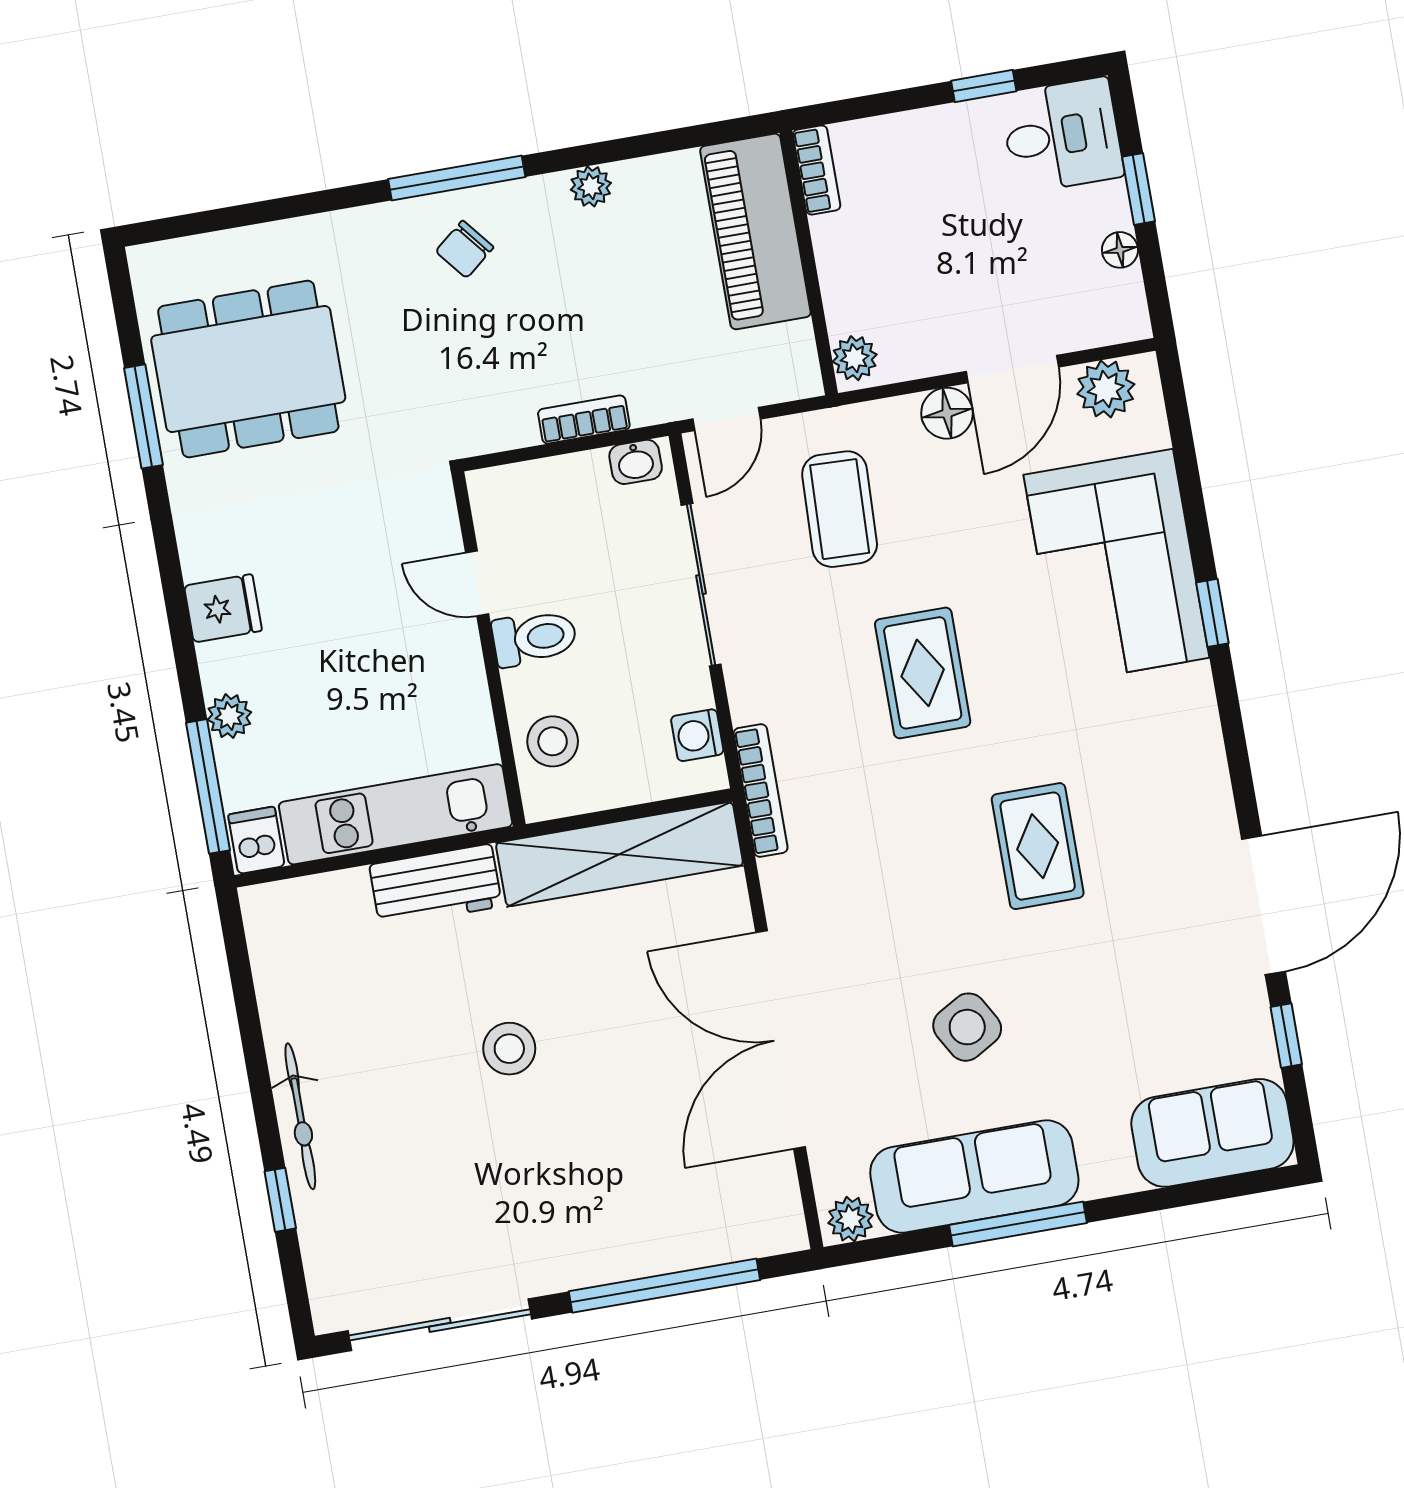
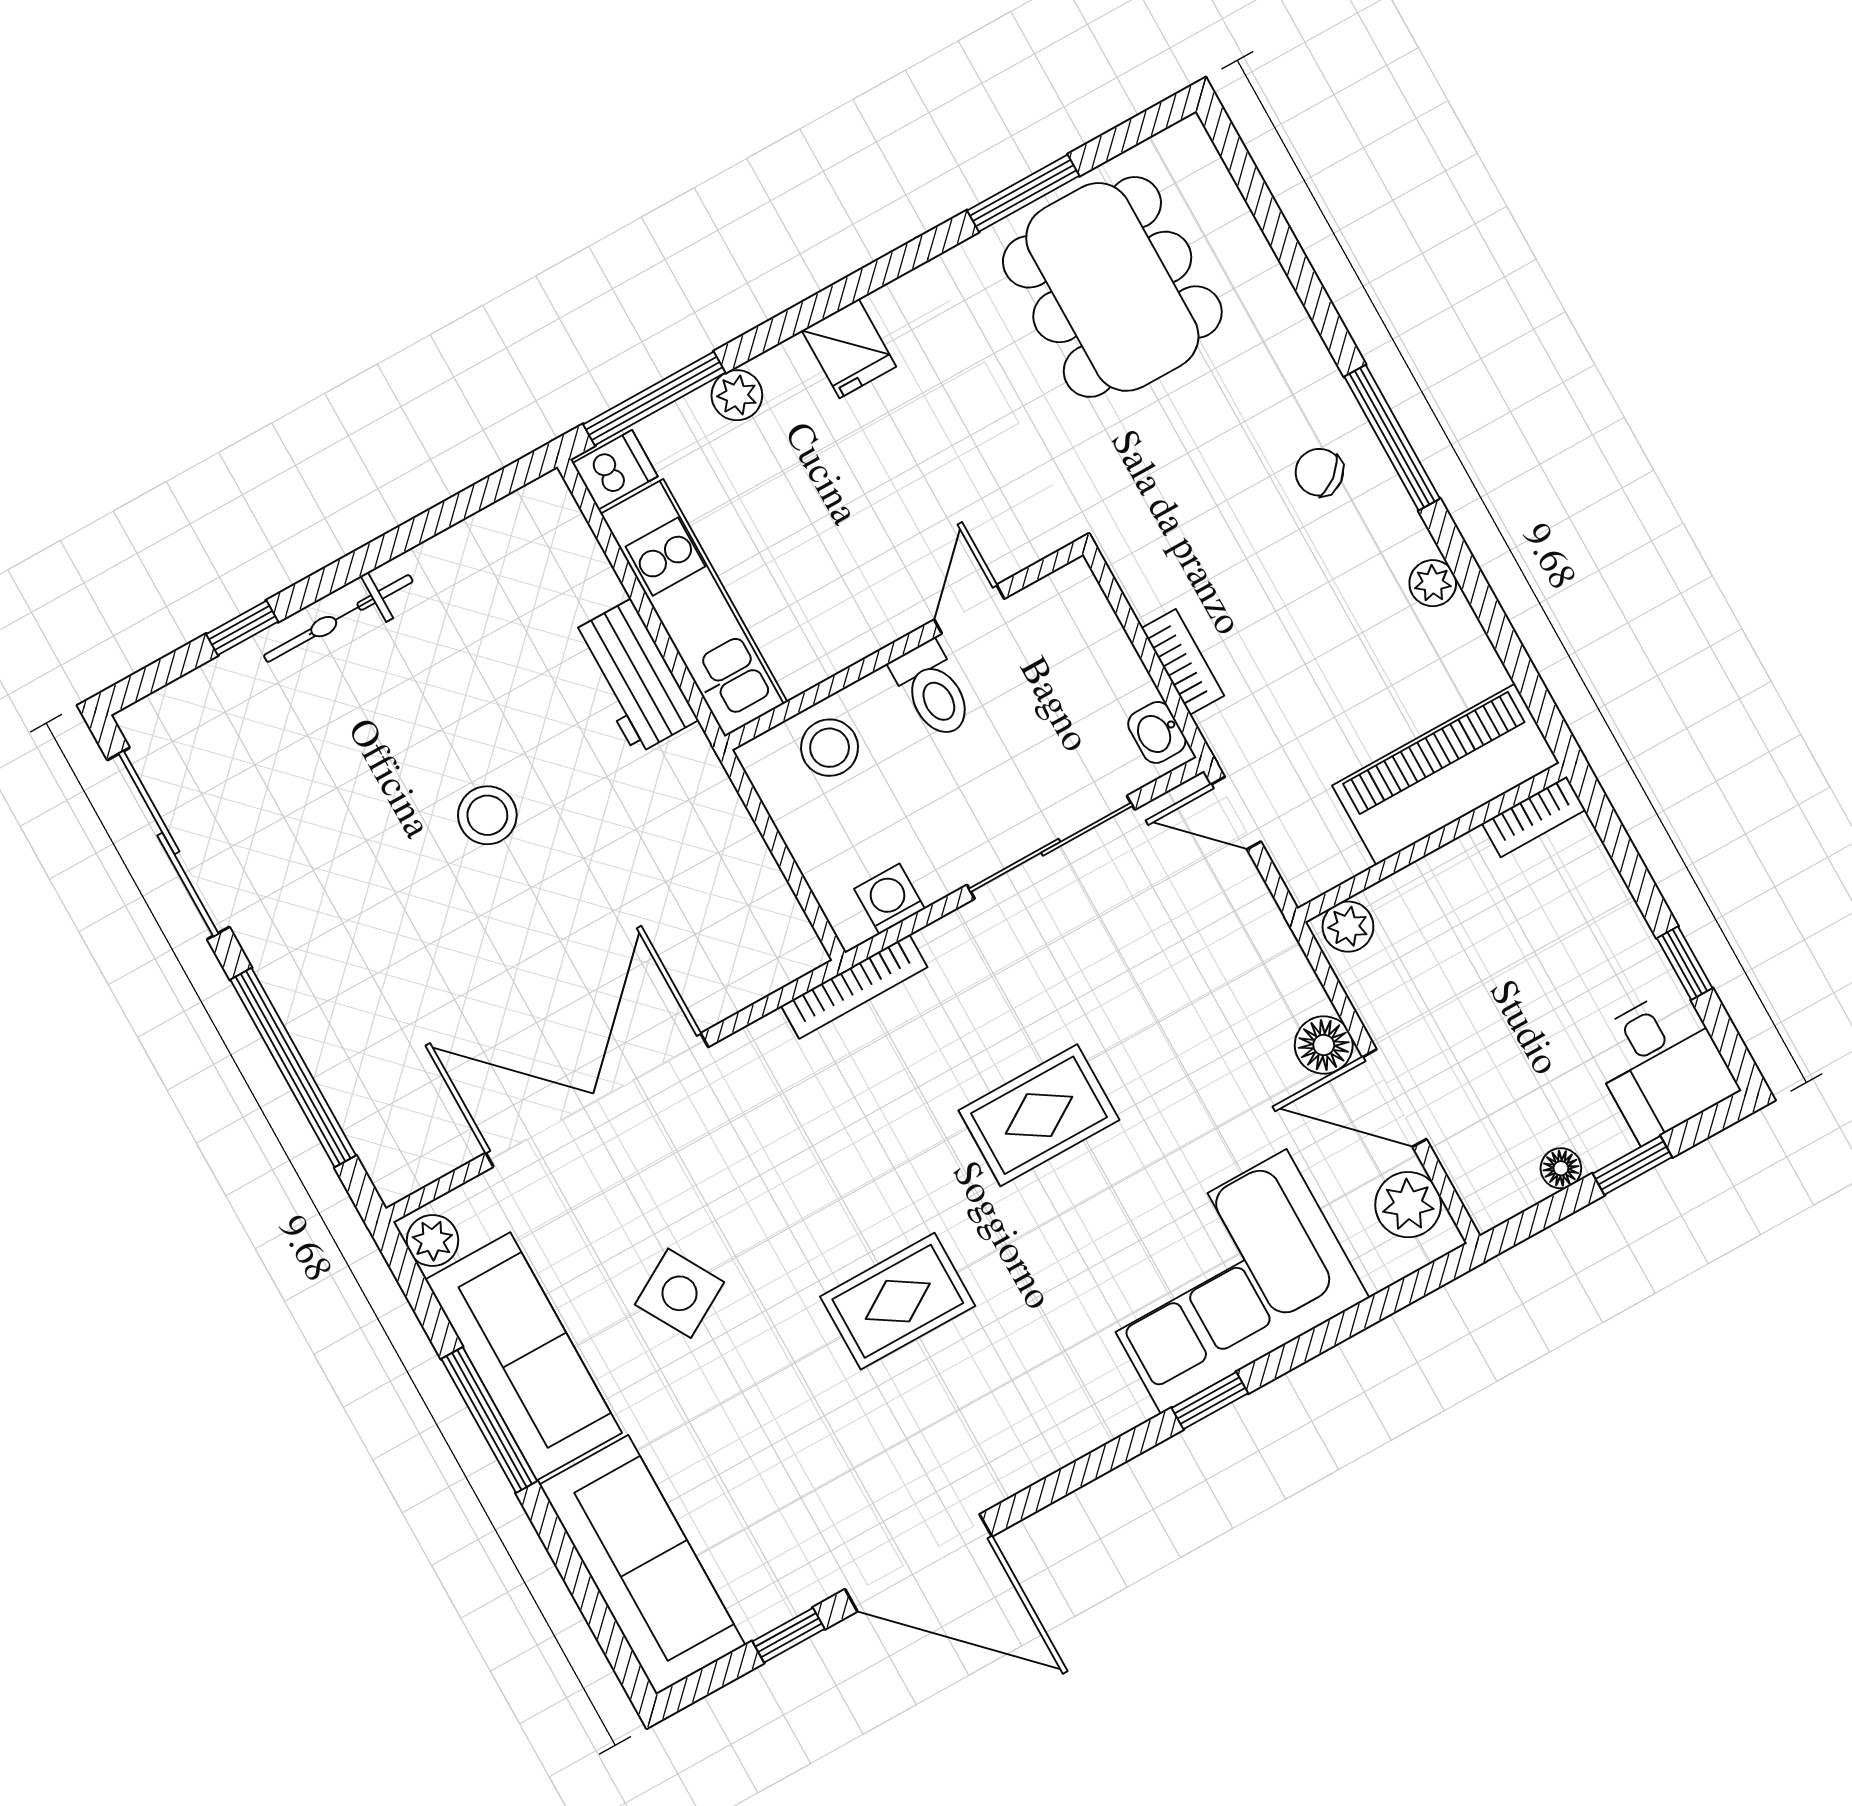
coffee table: (840, 509) -> (1182, 966), removed
shelving: (620, 854) -> (735, 860), removed
sofa: (1212, 1133) -> (642, 1565), width x1.36

